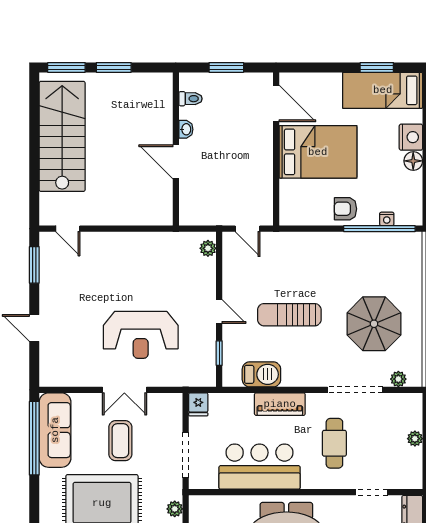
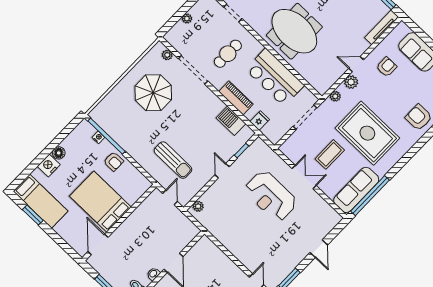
sun lounger: (289, 315) -> (173, 160), moved
reception desk: (141, 335) -> (271, 196), turned 180
fridge: (198, 404) -> (260, 121), moved

